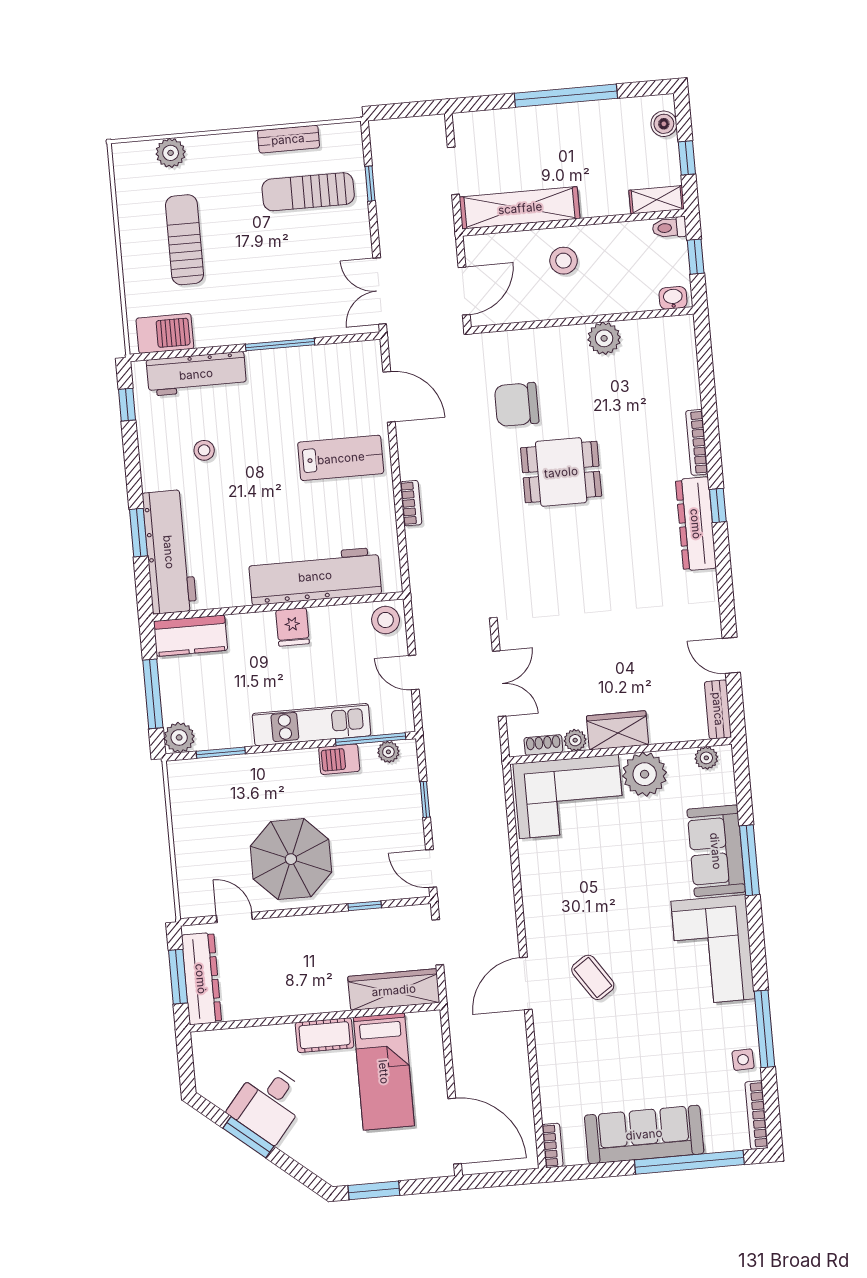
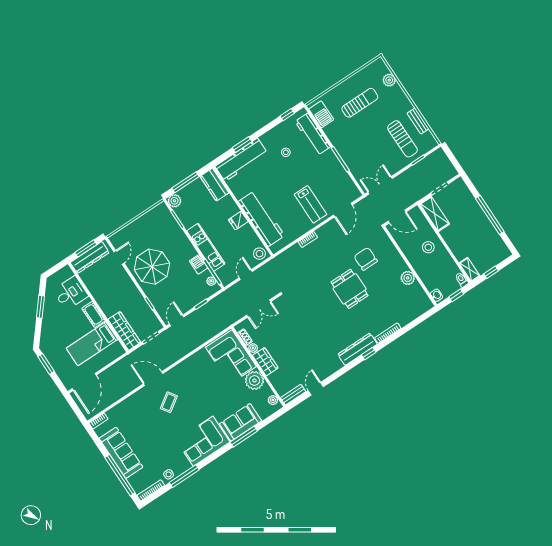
boiler: (664, 124) -> (499, 257), removed
sun lounger: (308, 192) -> (402, 139), turned 180
shelving: (520, 208) -> (435, 214), width x0.68
desk: (268, 1103) -> (71, 293), moved, turned 140

